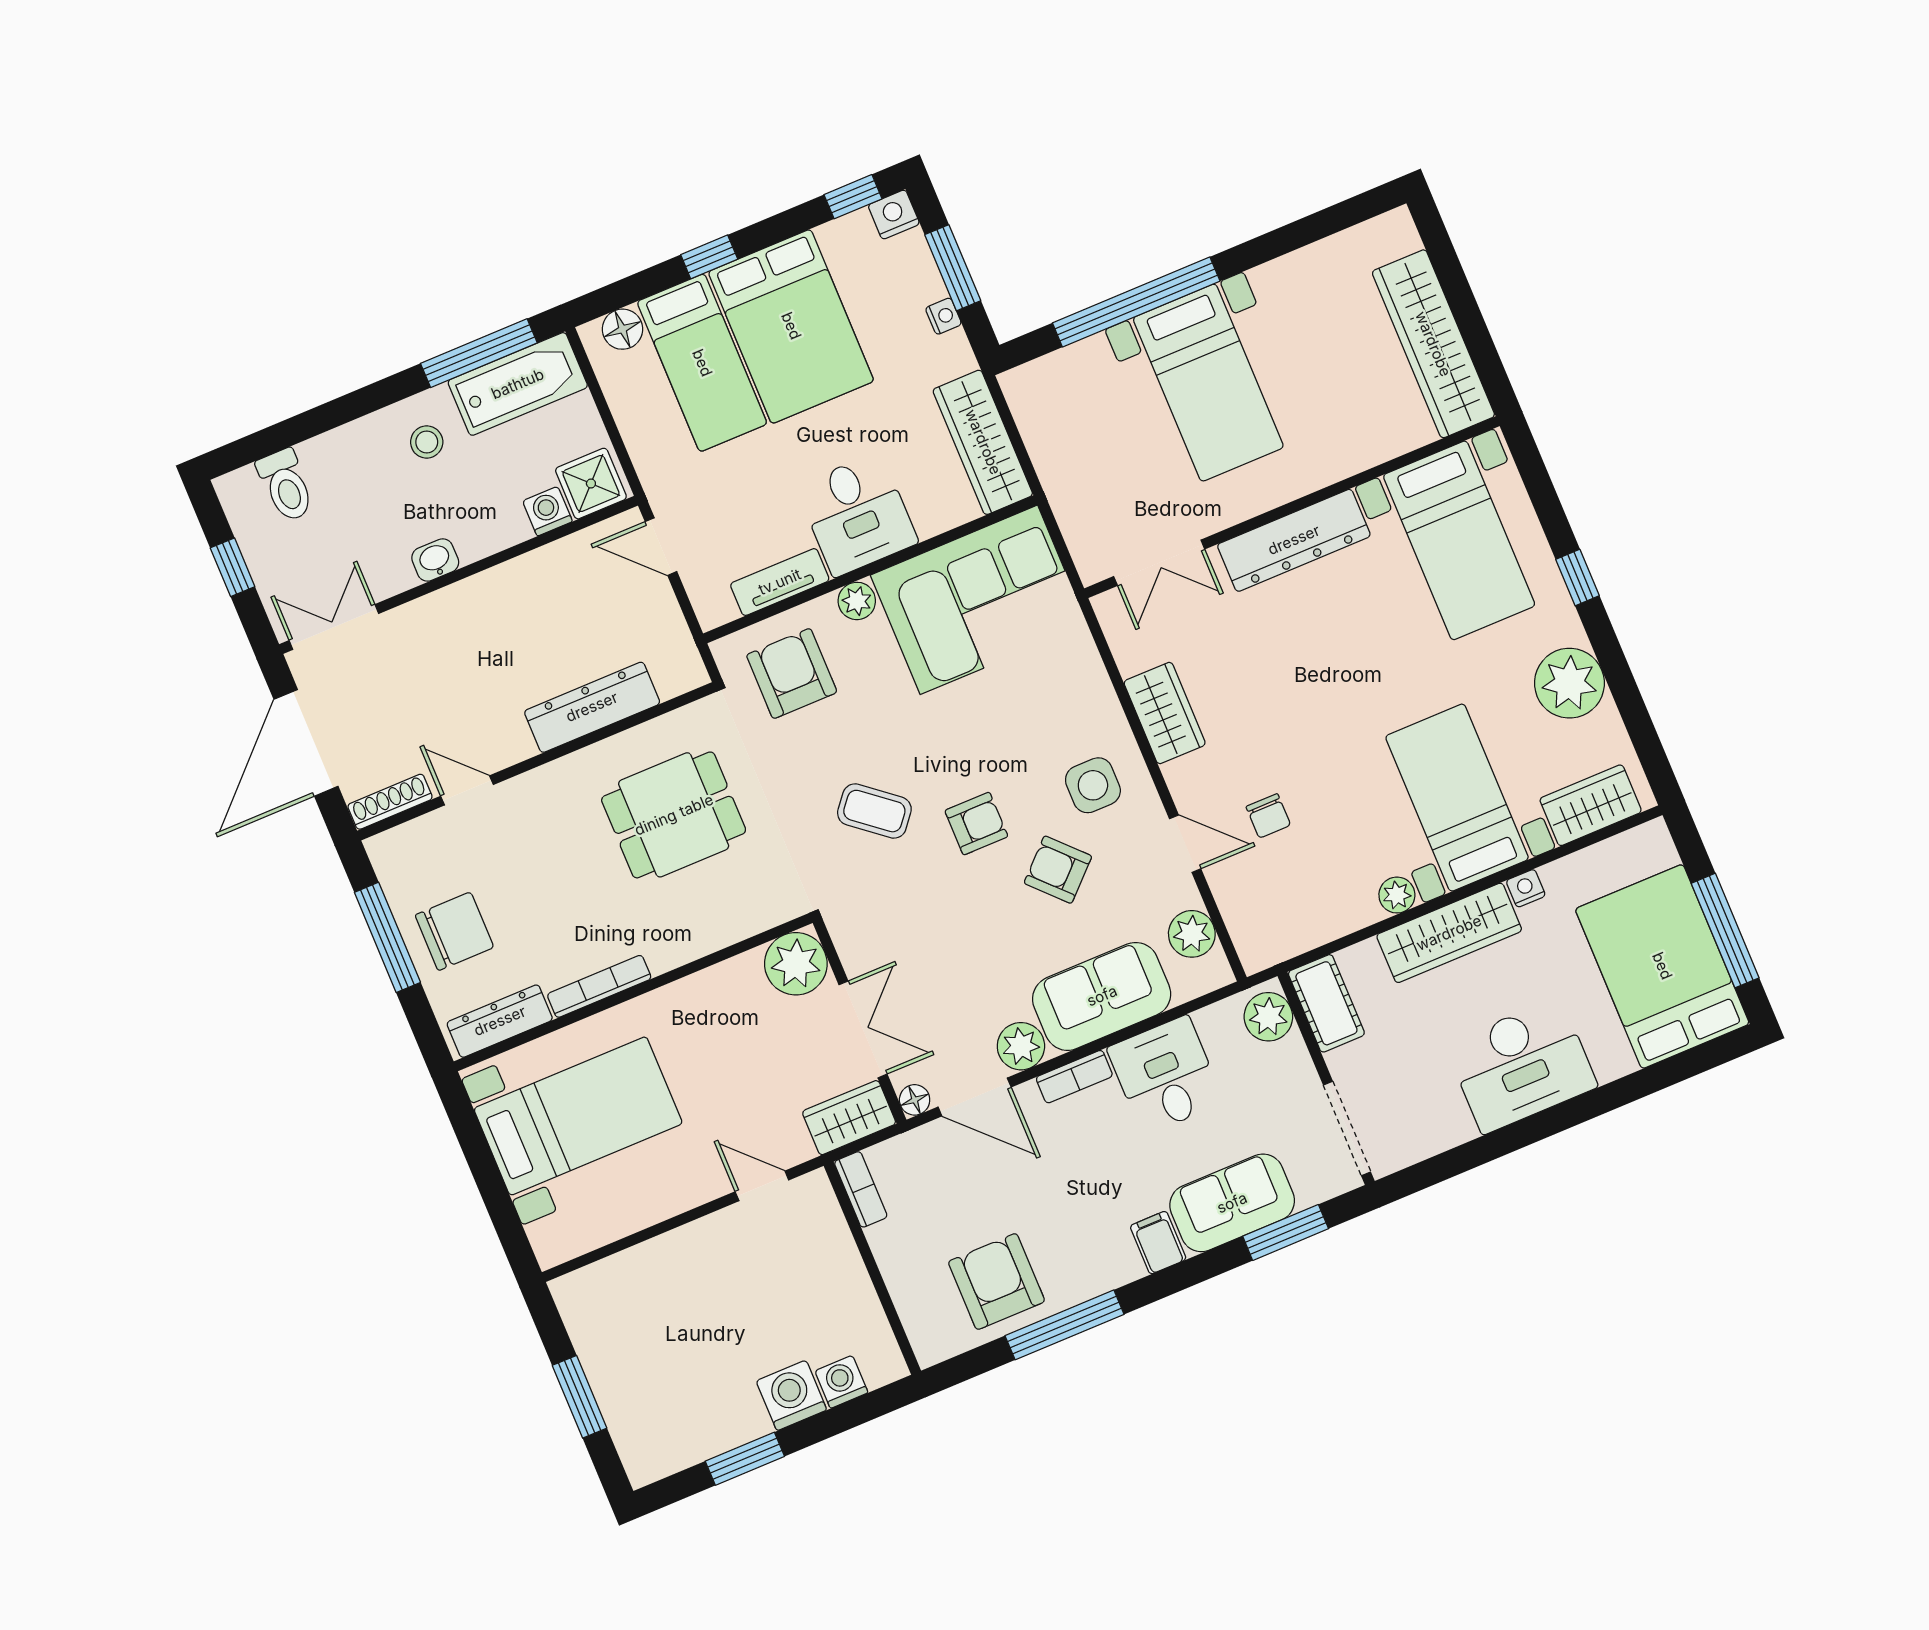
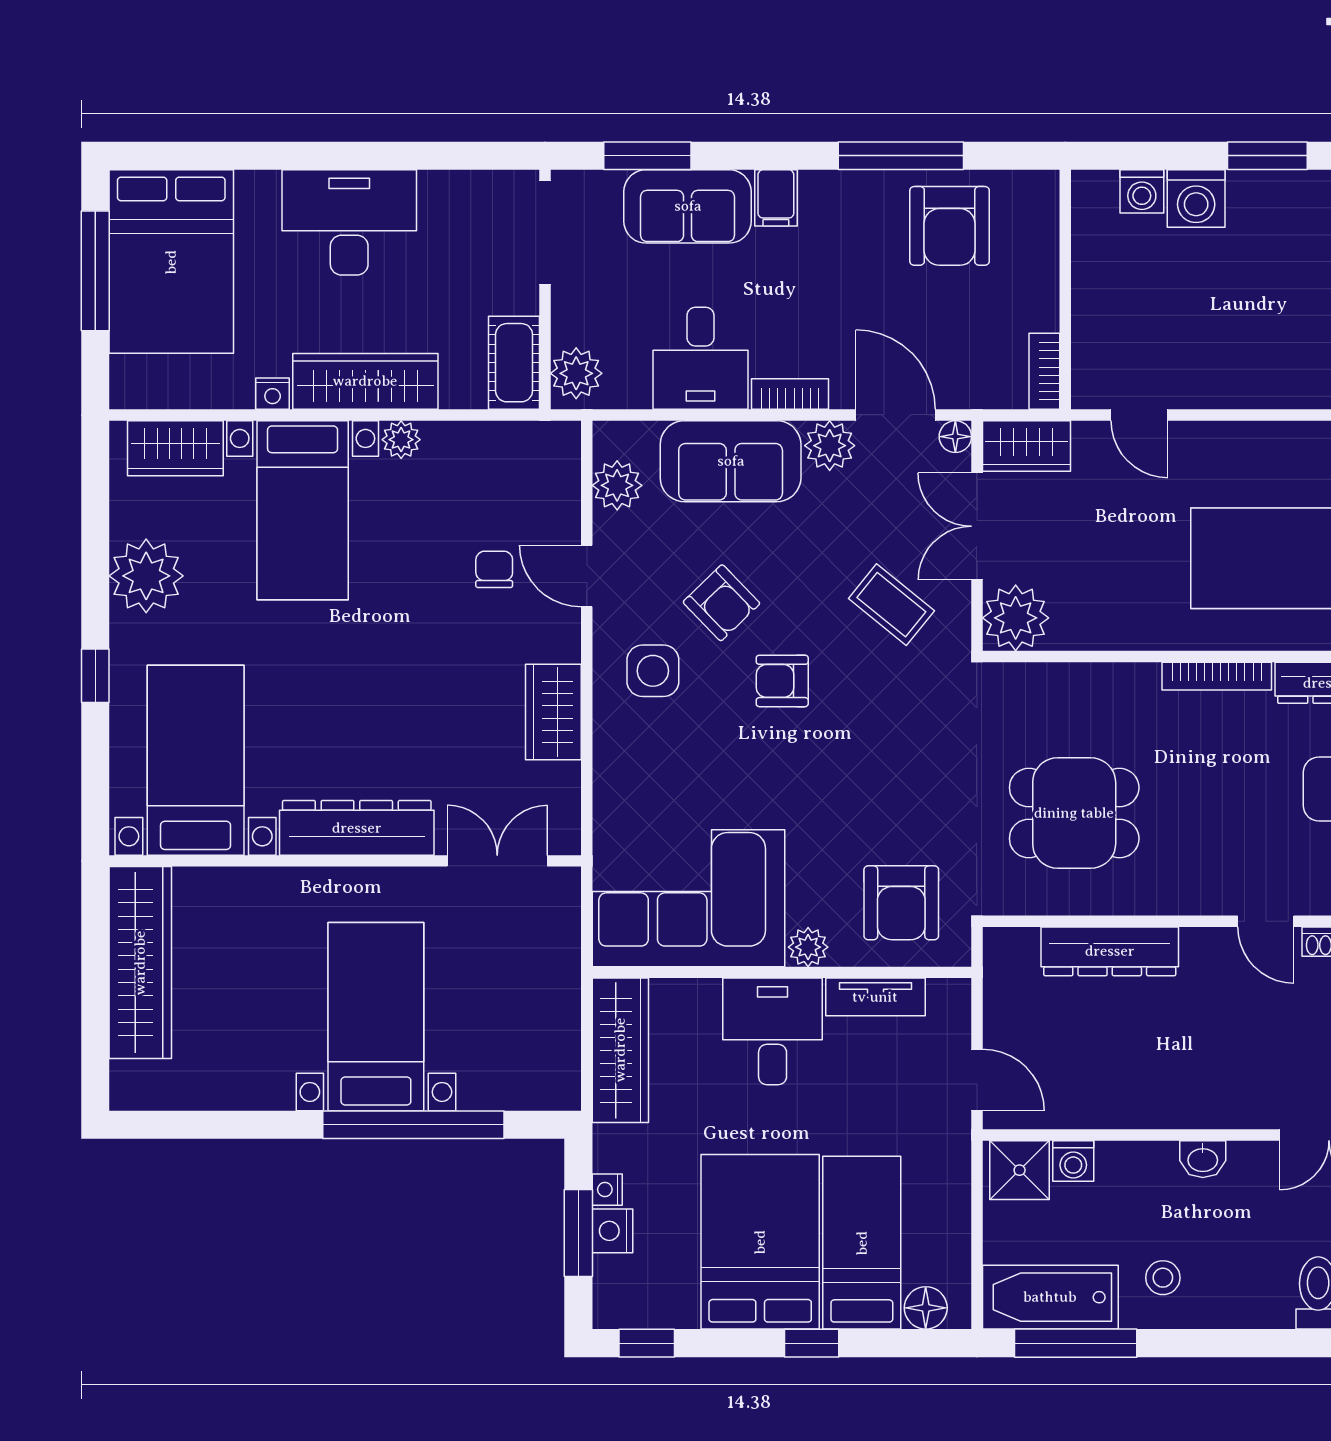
nightstand: (894, 215) -> (612, 1231), moved, turned 90
coffee table: (874, 811) -> (891, 605), moved

